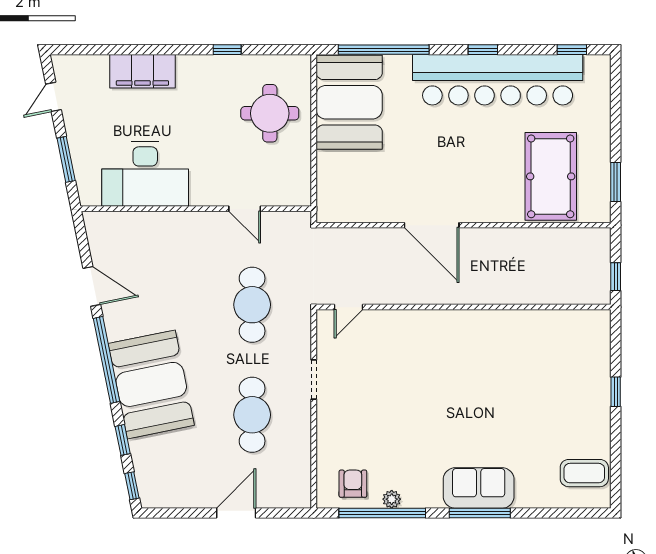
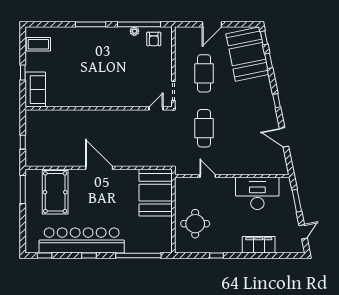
booth: (349, 102) -> (156, 193), moved
window: (616, 182) -> (23, 189), width x1.44
door: (432, 225) -> (99, 168), moved
door: (348, 307) -> (156, 108), moved
wall: (463, 307) -> (99, 108), moved
window: (107, 360) -> (277, 101), width x0.32
booth: (151, 384) -> (247, 54), moved
window: (616, 392) -> (23, 73), moved
sofa: (479, 488) -> (35, 90), moved, turned -90

